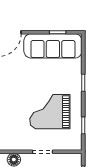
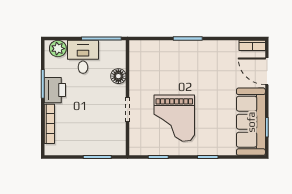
grand piano: (50, 112) -> (174, 118), turned 180

